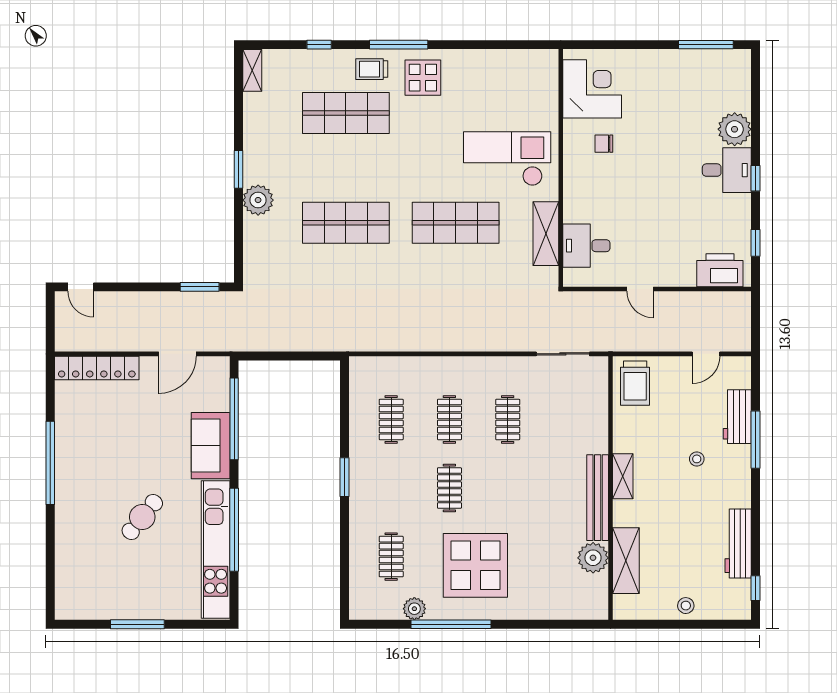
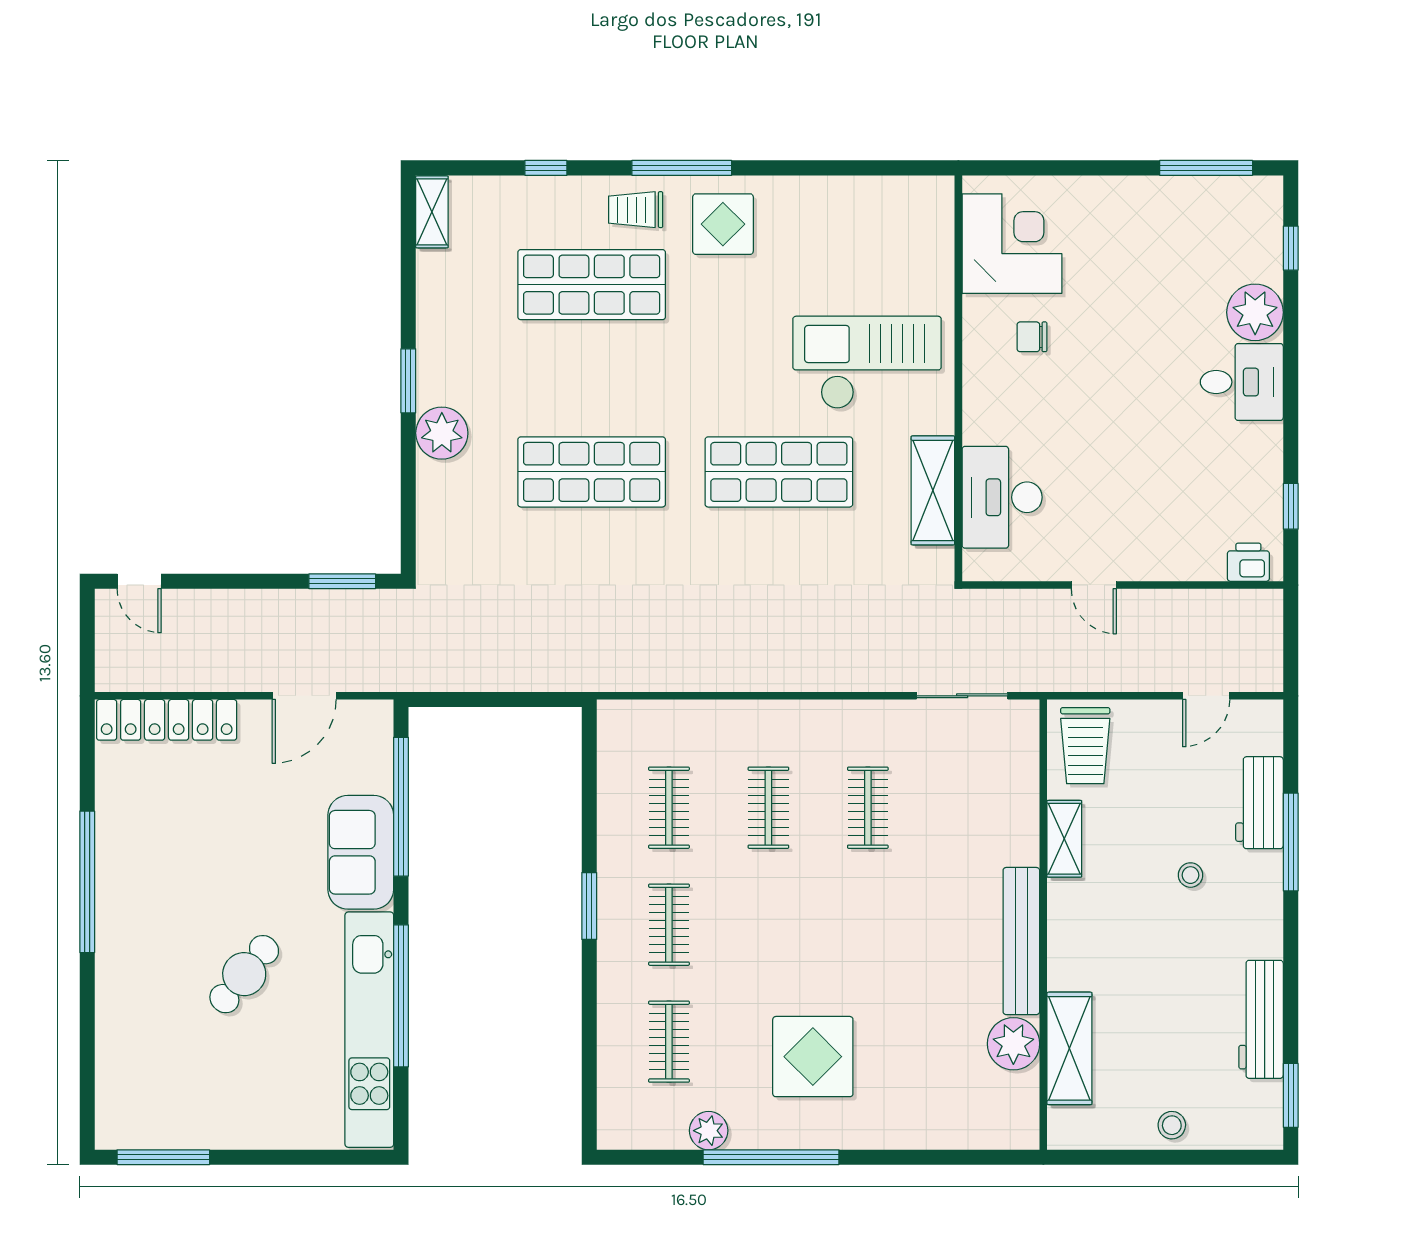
window: (755, 178) -> (1291, 248), moved
desk: (586, 246) -> (1002, 497), width x1.37
printer: (720, 270) -> (1248, 562), width x0.53, depth x0.68
shelving: (623, 476) -> (1064, 839), moved
clothes rail: (449, 488) -> (669, 925), moved
display table: (475, 565) -> (813, 1057), width x0.73, depth x0.73
window: (755, 588) -> (1291, 1095), width x1.50
window: (137, 624) -> (163, 1157), moved

